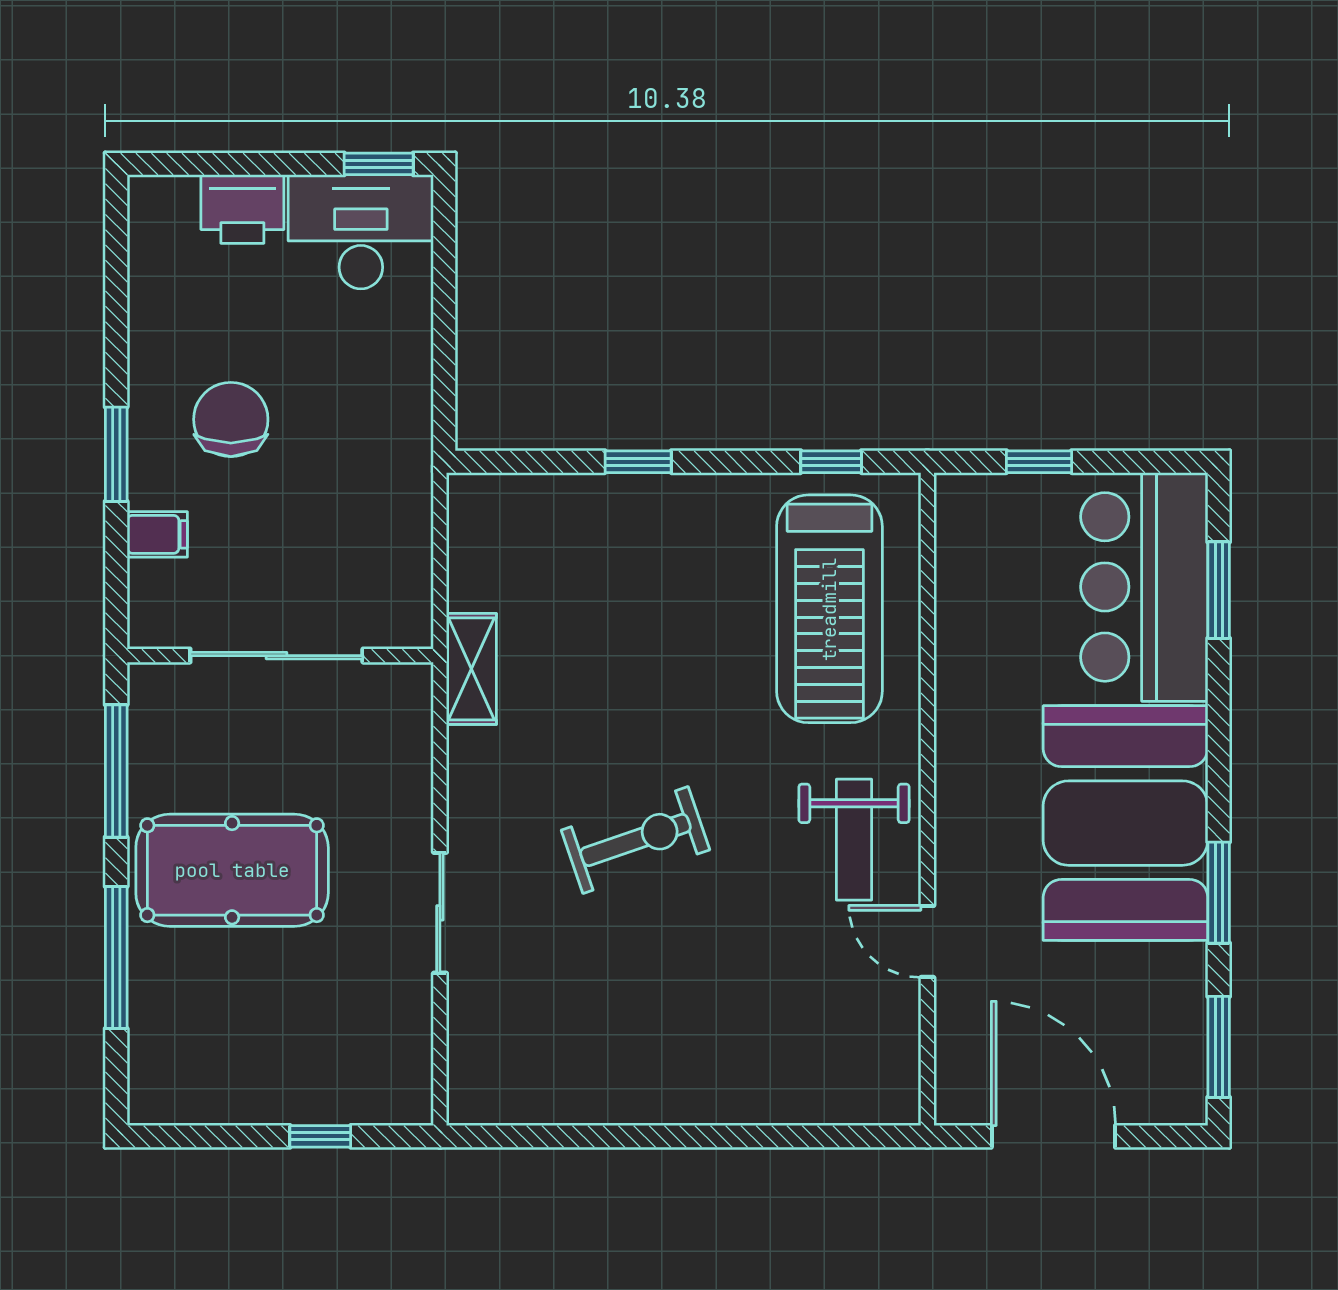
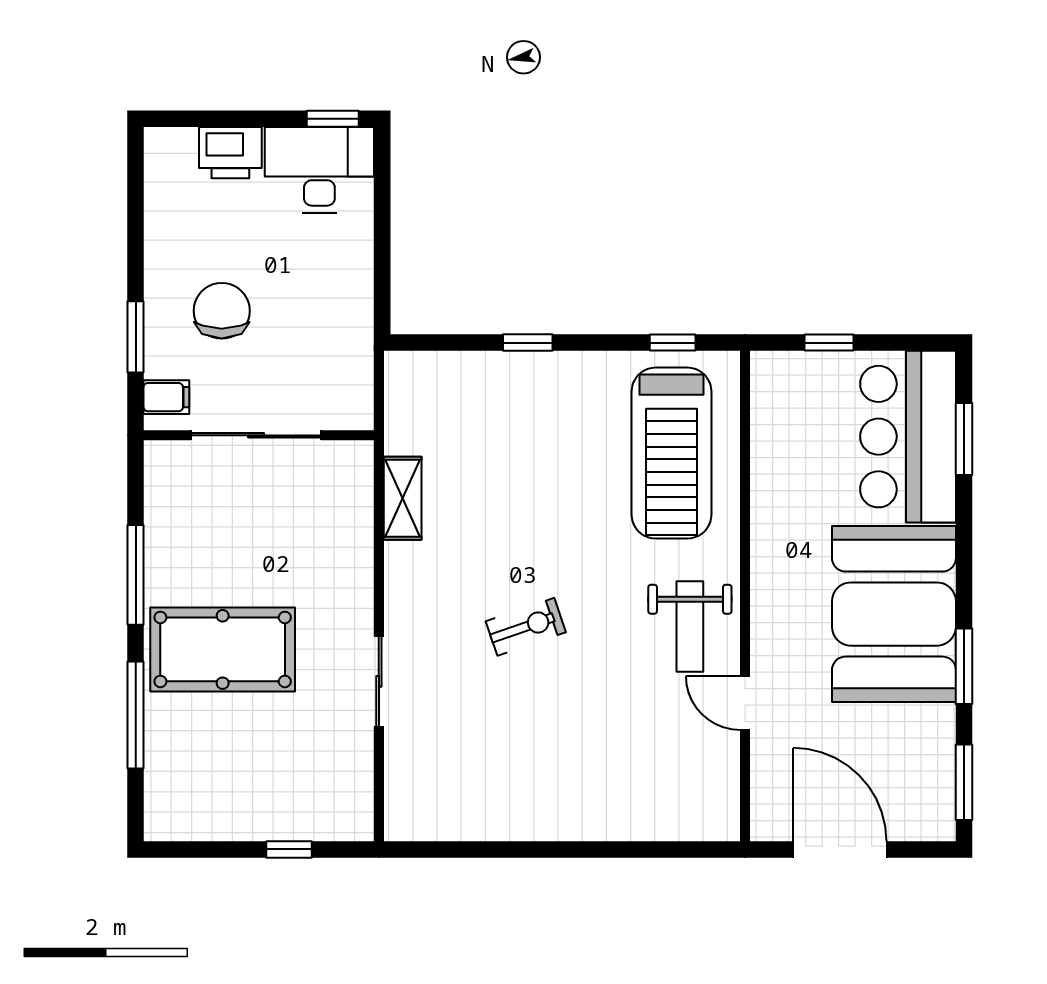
sliding door: (276, 656) -> (256, 435), moved
wall: (280, 656) -> (259, 435), moved
exercise bike: (635, 840) -> (526, 627), width x0.73, depth x0.72

